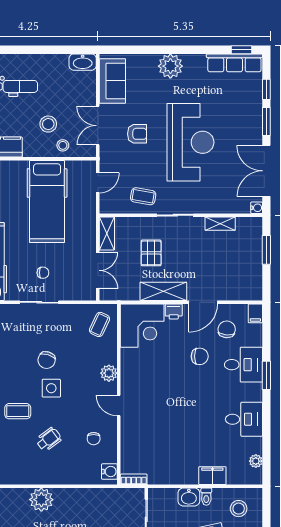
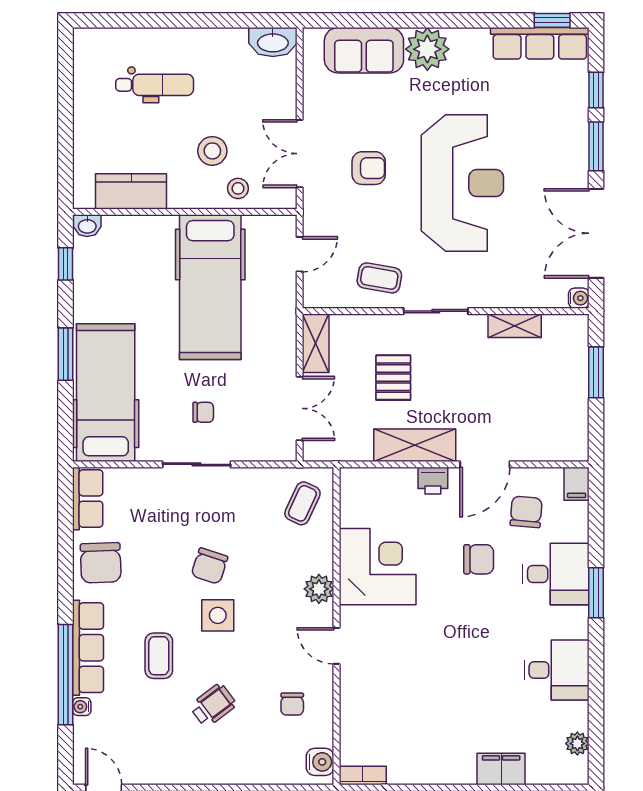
sofa: (112, 81) -> (364, 50), moved, turned 90
corner desk: (142, 326) -> (378, 567), moved, turned -90
coffee table: (18, 411) -> (159, 656), turned 90

